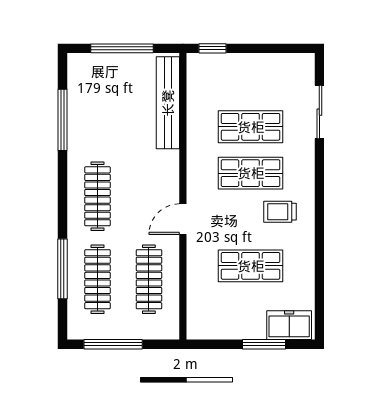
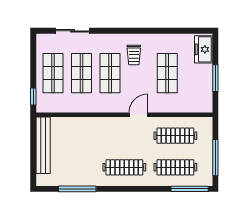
window: (122, 48) -> (33, 152), removed
shop shelf: (251, 80) -> (53, 73), added
bench: (168, 103) -> (43, 145), moved, turned 90
door: (183, 219) -> (138, 115), swing flipped
window: (62, 269) -> (190, 189), moved
window: (264, 344) -> (215, 78), moved

